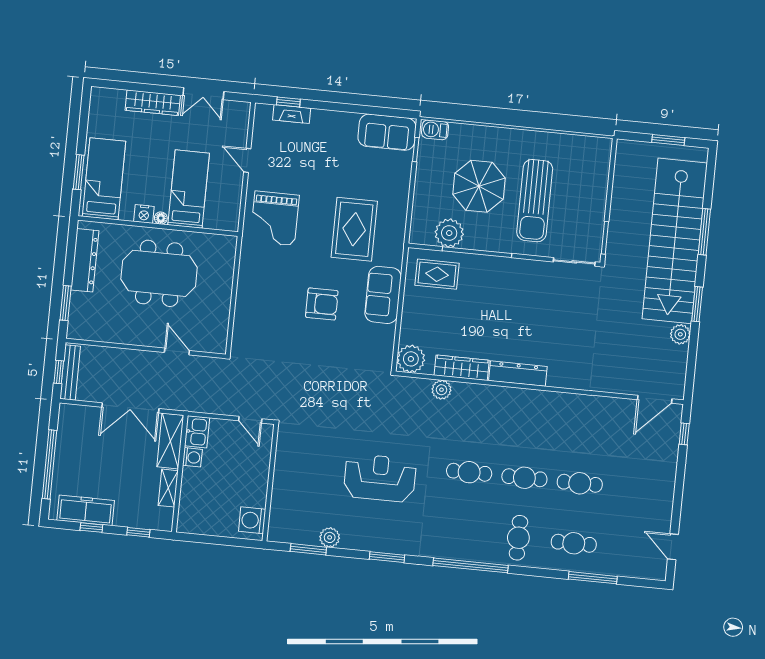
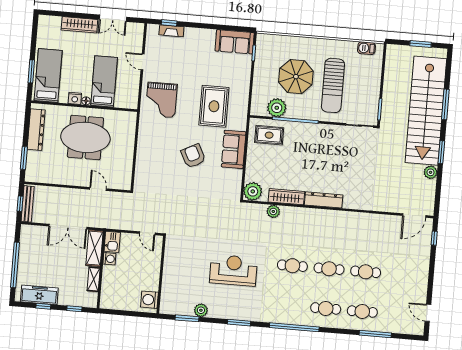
barbecue: (435, 130) -> (366, 48), moved
armchair: (322, 304) -> (193, 156), turned -117
cafe table: (518, 538) -> (326, 308), turned 90

